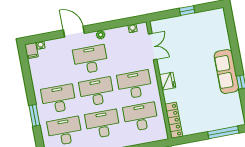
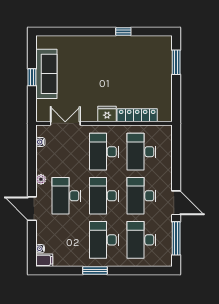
door: (74, 32) -> (32, 209), hinge flipped
sofa: (226, 72) -> (46, 74), moved, turned -90
window: (34, 115) -> (95, 271), moved
locker: (174, 120) -> (137, 115), moved
window: (223, 132) -> (176, 62), width x0.69

